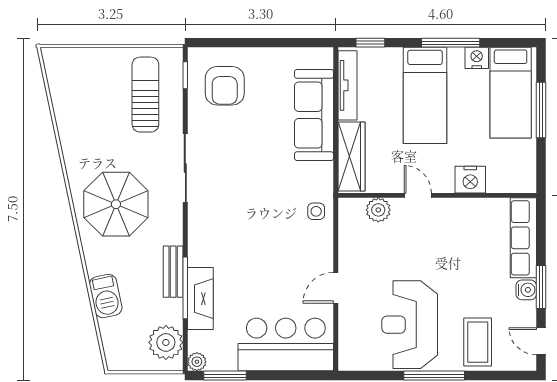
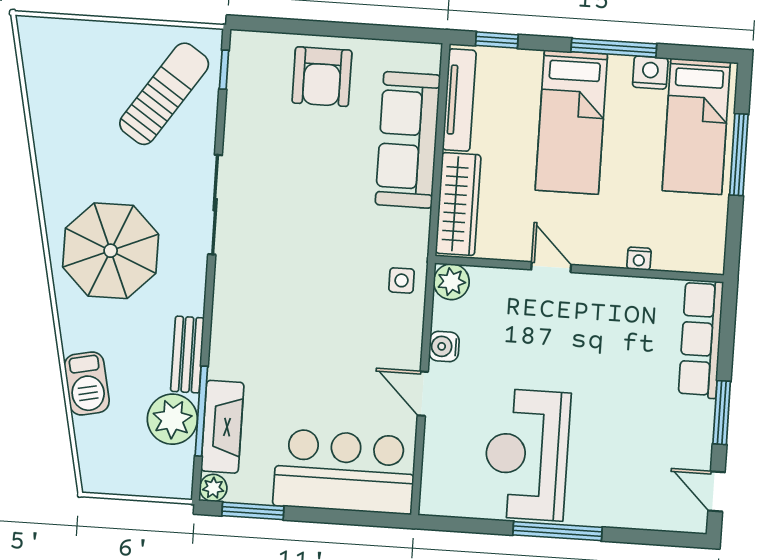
armchair: (225, 86) -> (322, 77), moved
sun lounger: (145, 95) -> (164, 94), turned 34
nightstand: (470, 180) -> (639, 259), width x0.53, depth x0.56
plant: (378, 210) -> (451, 282), moved
window: (185, 288) -> (201, 411), moved
door: (336, 288) -> (423, 394), hinge flipped
water cooler: (526, 290) -> (444, 346), moved, turned 180
fireplace: (200, 299) -> (222, 427), moved
plant: (166, 342) -> (172, 419), moved
coffee table: (478, 342) -> (624, 487), removed

